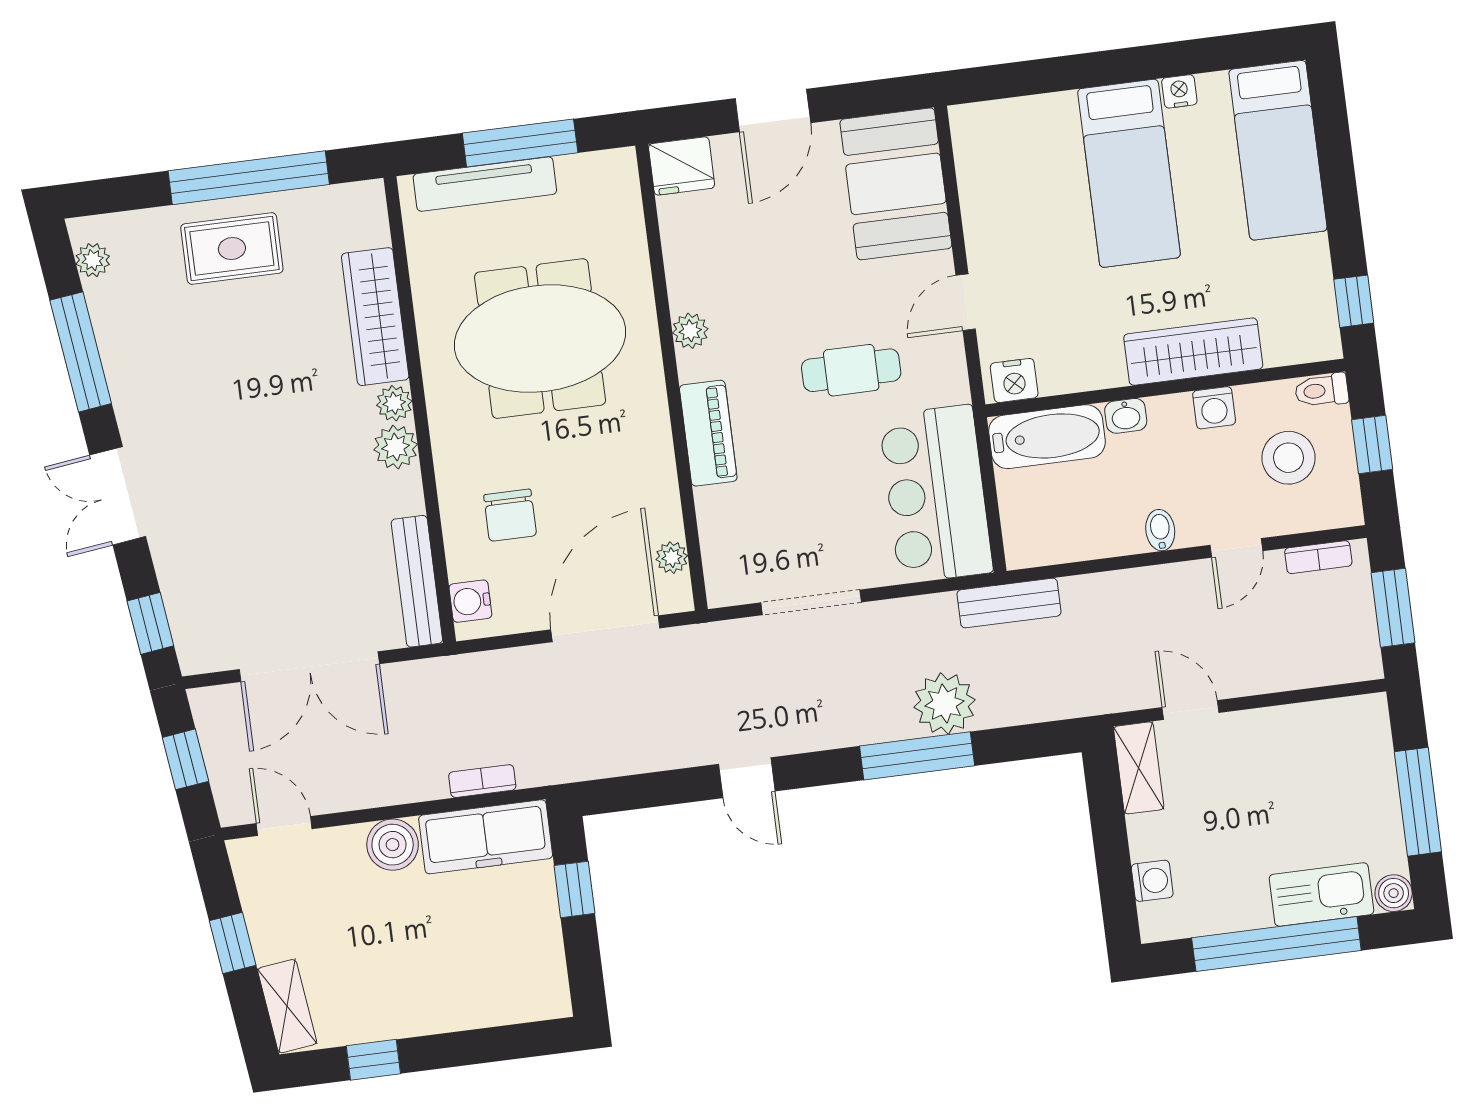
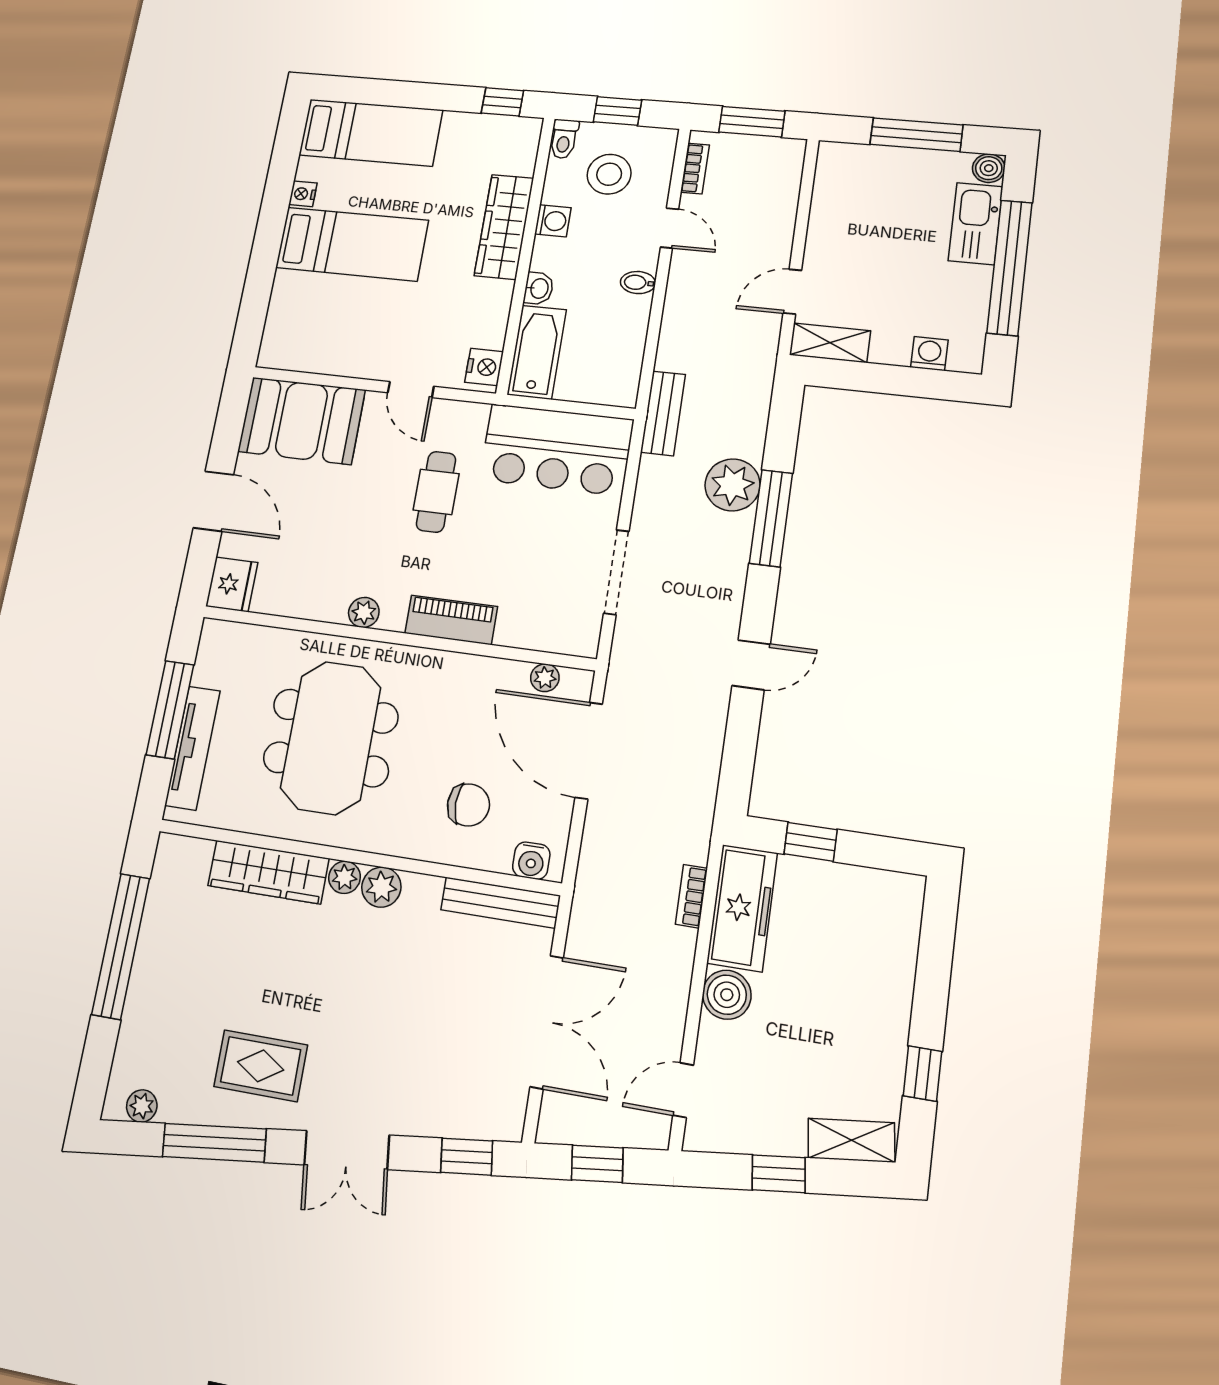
rug: (232, 249) -> (261, 1066), moved, turned 90

